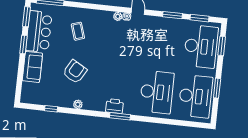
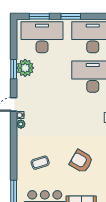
window: (200, 18) -> (14, 42), removed
plant: (172, 27) -> (25, 68), added
window: (217, 88) -> (71, 16), moved

